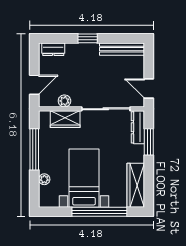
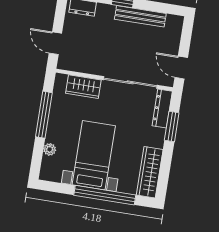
bench: (122, 49) -> (140, 16), moved
door: (34, 85) -> (55, 43), swing flipped
plant: (64, 101) -> (86, 66), removed

